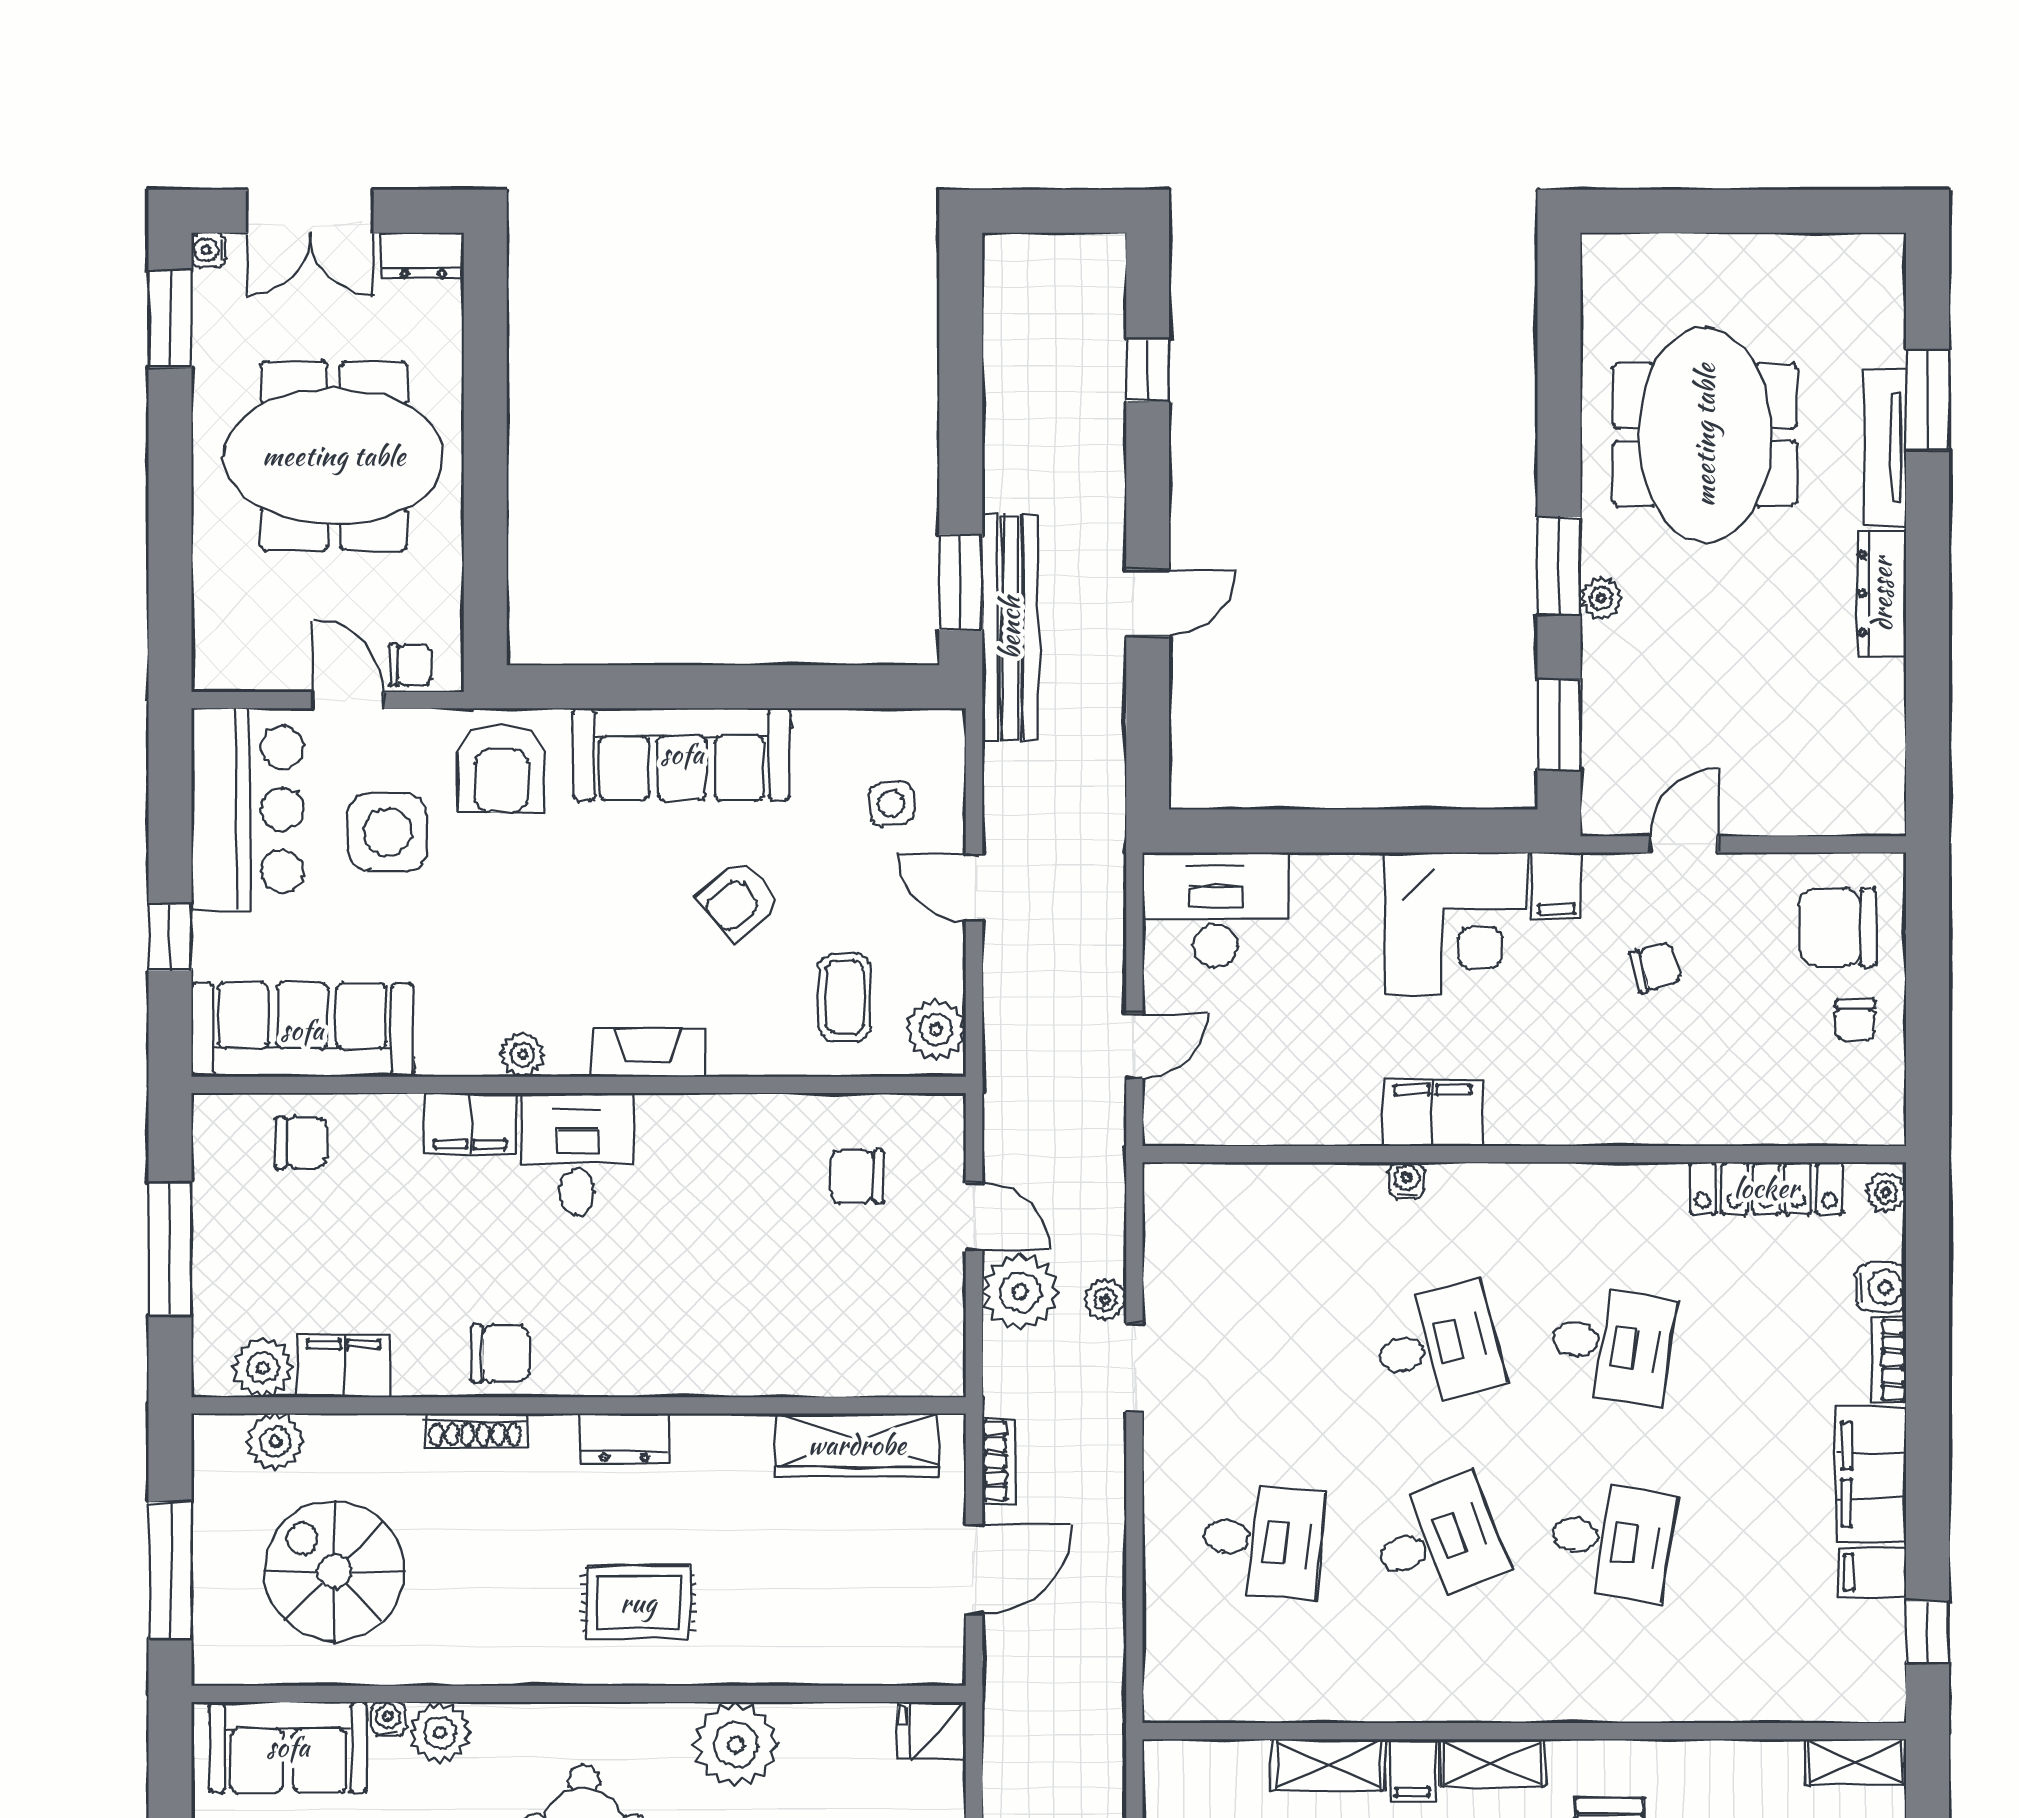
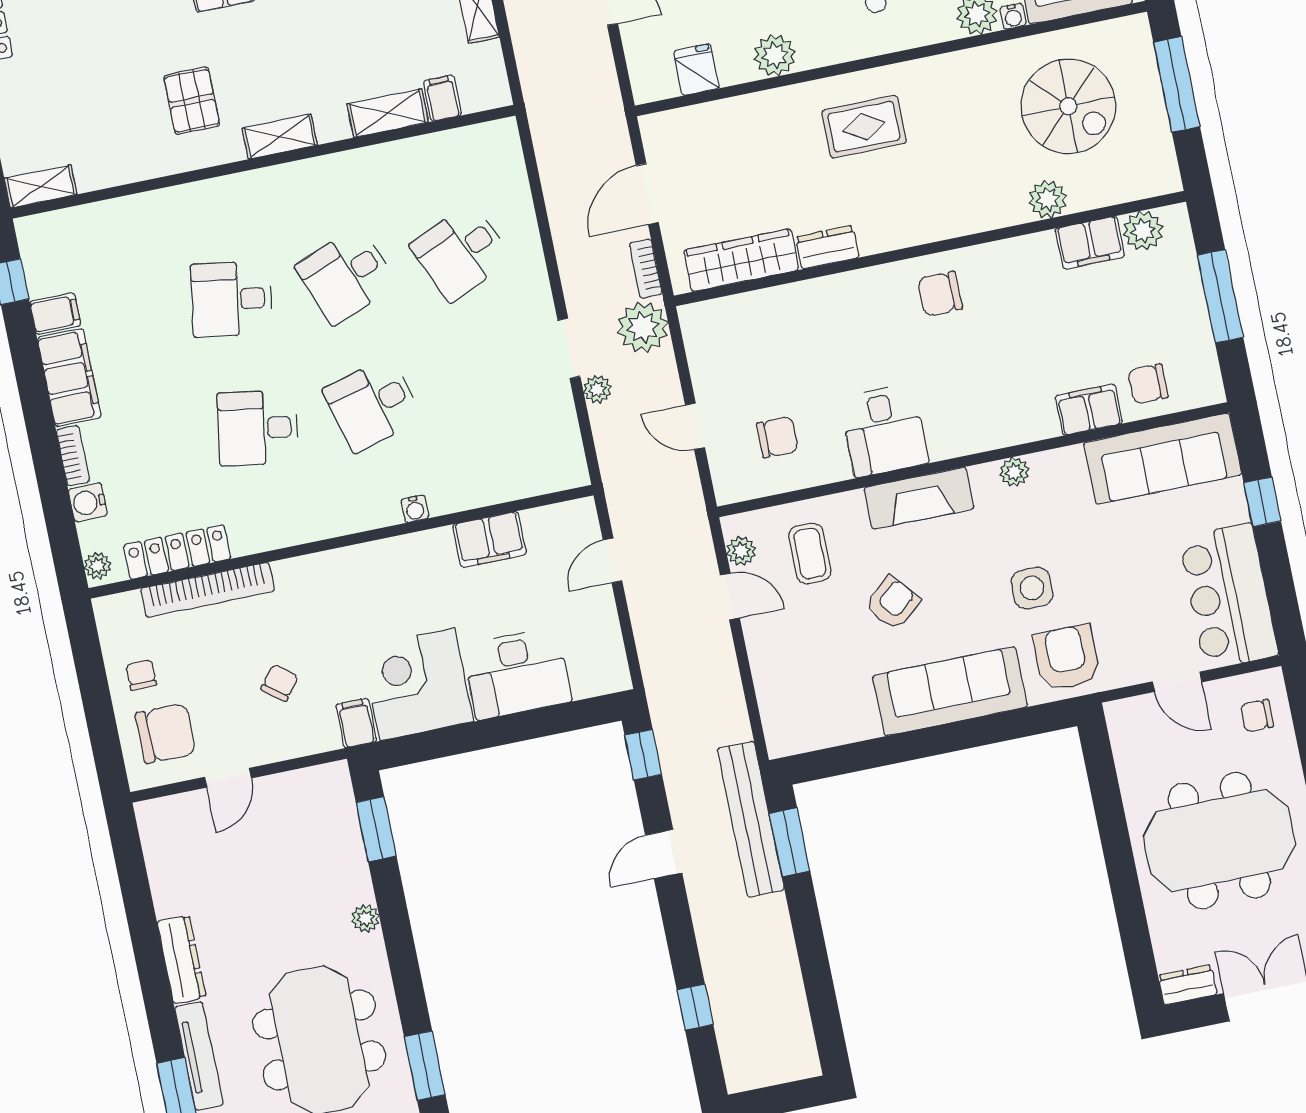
window: (1559, 566) -> (425, 1066), moved
chair: (410, 665) -> (1257, 716), moved
window: (1148, 754) -> (643, 755), added
side table: (891, 804) -> (805, 687), removed
side table: (387, 832) -> (1032, 588), moved, width x0.73, depth x0.73
door: (1684, 844) -> (228, 778), moved
door: (974, 888) -> (730, 596), moved
desk: (1215, 910) -> (517, 673), moved
chair: (1656, 967) -> (280, 683), turned 143
plant: (936, 1029) -> (741, 551), width x0.73, depth x0.73
fireplace: (648, 1053) -> (919, 498), width x1.37, depth x1.32
filing cabinet: (1433, 1113) -> (489, 540), moved
filing cabinet: (470, 1123) -> (1089, 410), moved
bookcase: (1733, 1124) -> (208, 590), added
desk: (577, 1154) -> (884, 430), moved
plant: (1020, 1292) -> (643, 327), moved
chair: (500, 1353) -> (940, 294), moved
shoe rack: (475, 1430) -> (995, 218), removed
dresser: (625, 1438) -> (827, 247), moved
plant: (275, 1442) -> (1048, 199), moved
desk: (1263, 1541) -> (461, 252), turned -30
fridge: (932, 1730) -> (696, 70), moved, turned -90
plant: (736, 1745) -> (775, 55), width x0.73, depth x0.73
filing cabinet: (1412, 1770) -> (442, 98), moved

